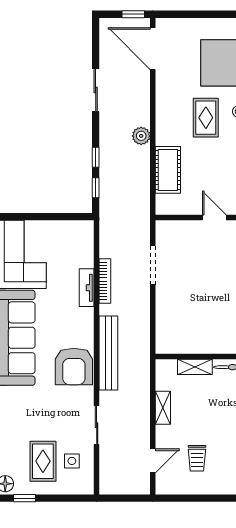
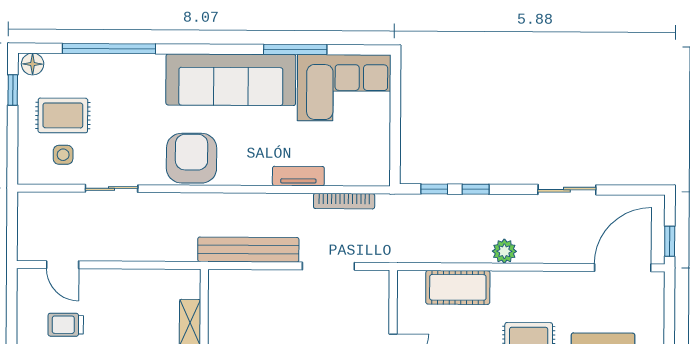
bookcase: (105, 281) -> (344, 201), moved
bench: (108, 353) -> (248, 250), moved
armchair: (74, 366) -> (192, 158), turned 90
shelving: (163, 408) -> (135, 279), removed

